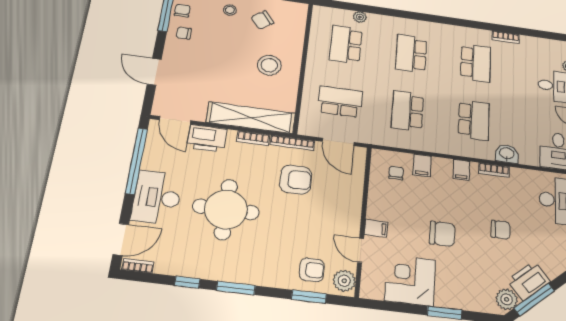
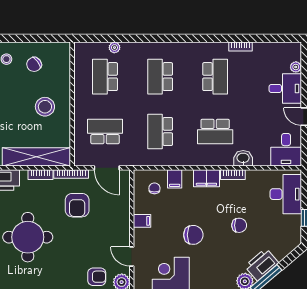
school desk: (474, 120) -> (215, 131), turned 90
filing cabinet: (461, 170) -> (206, 178), width x2.00
armchair: (296, 180) -> (77, 205), turned 90
filing cabinet: (376, 228) -> (142, 221), moved

